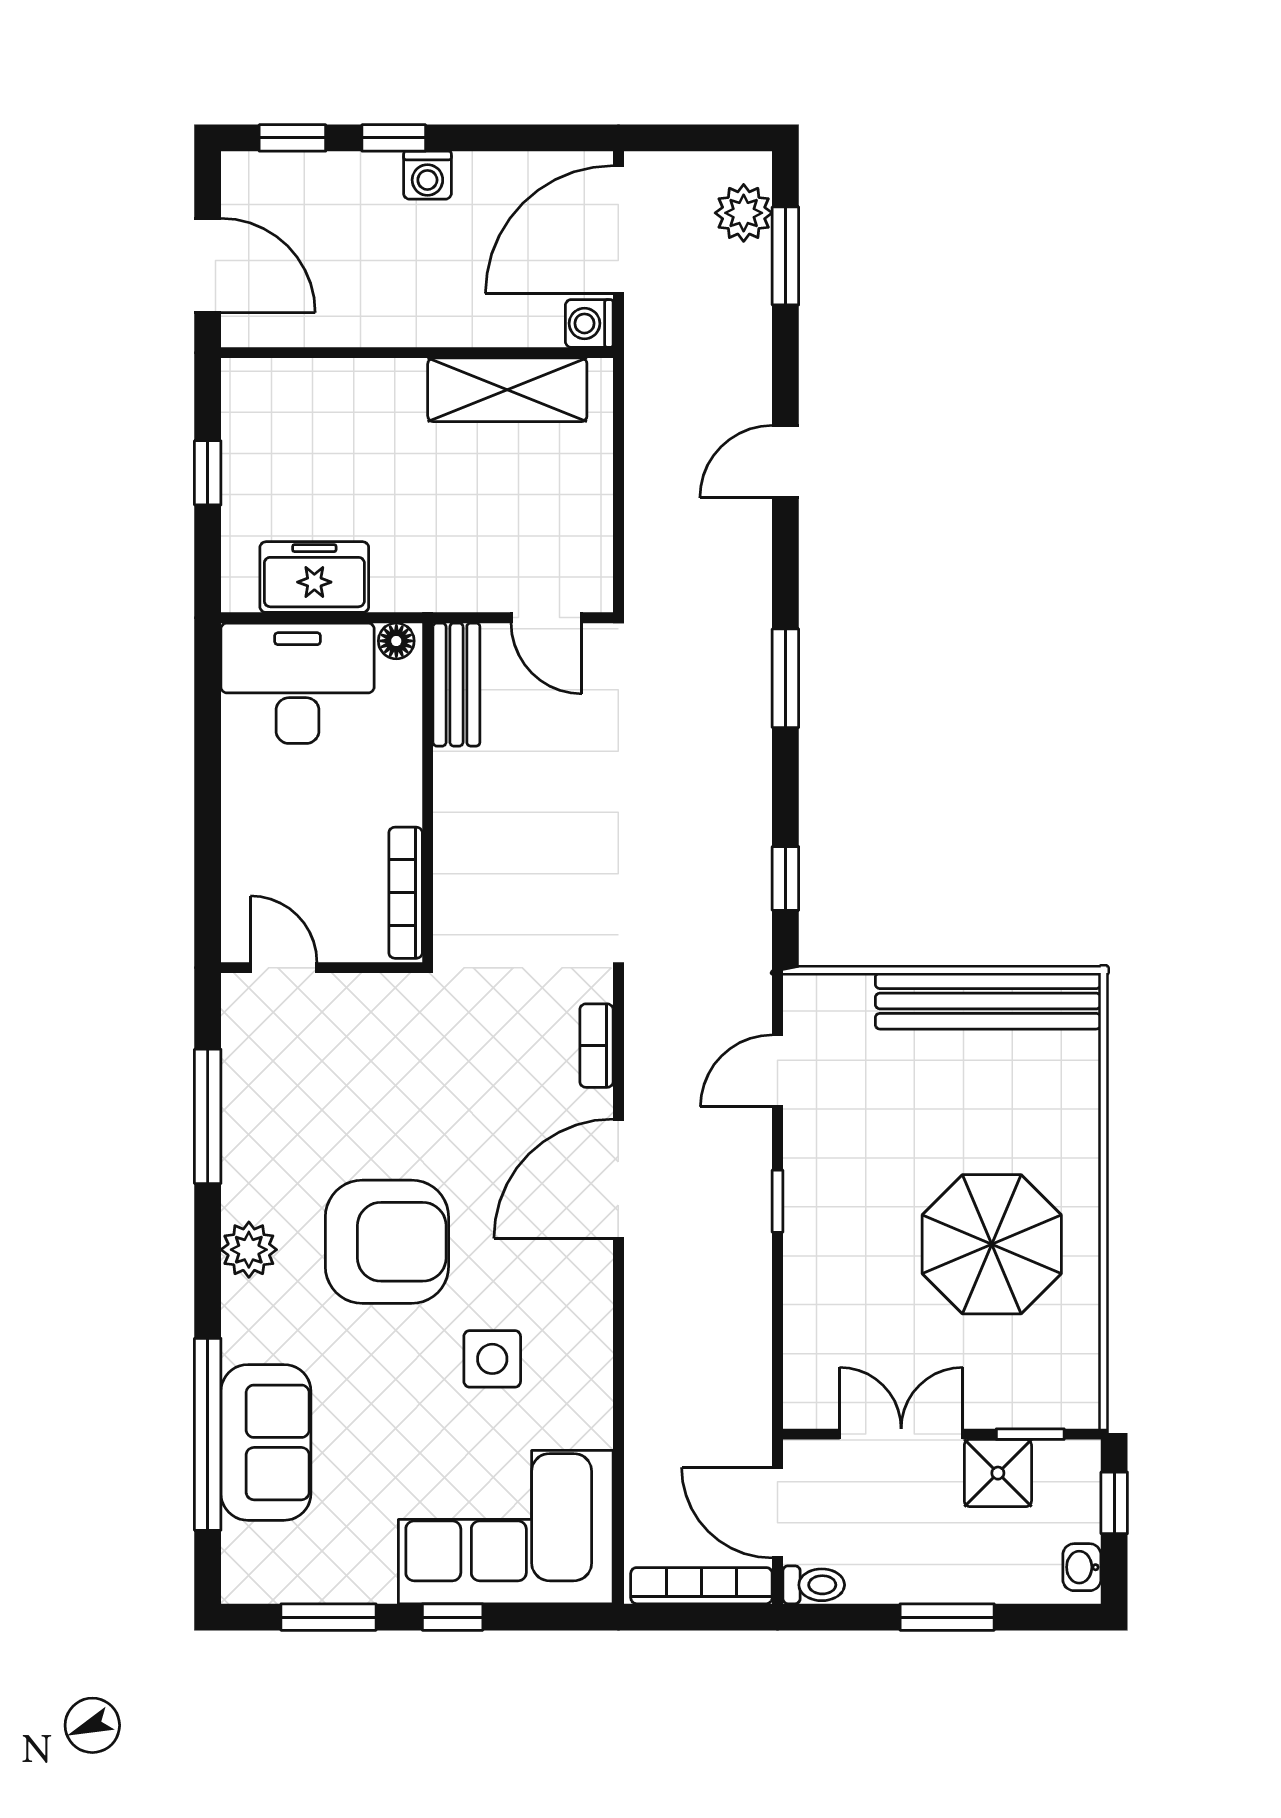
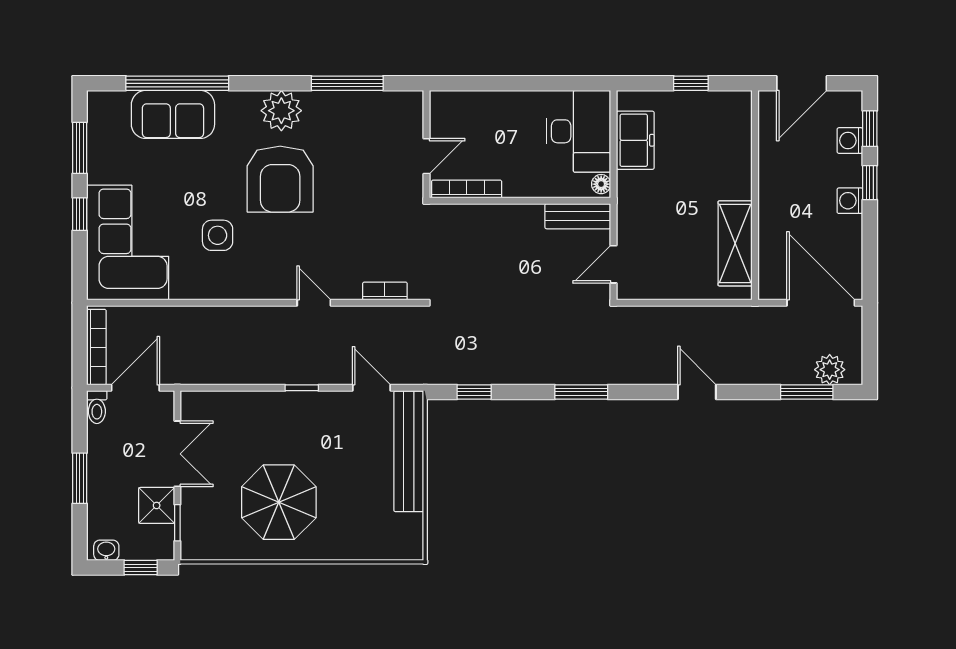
washing machine: (589, 323) -> (850, 141), moved, turned -90
door: (284, 968) -> (427, 156), moved
bench: (988, 1001) -> (409, 451), moved
door: (618, 1179) -> (314, 303), width x0.53
plant: (249, 1250) -> (281, 111), width x1.36, depth x1.36

